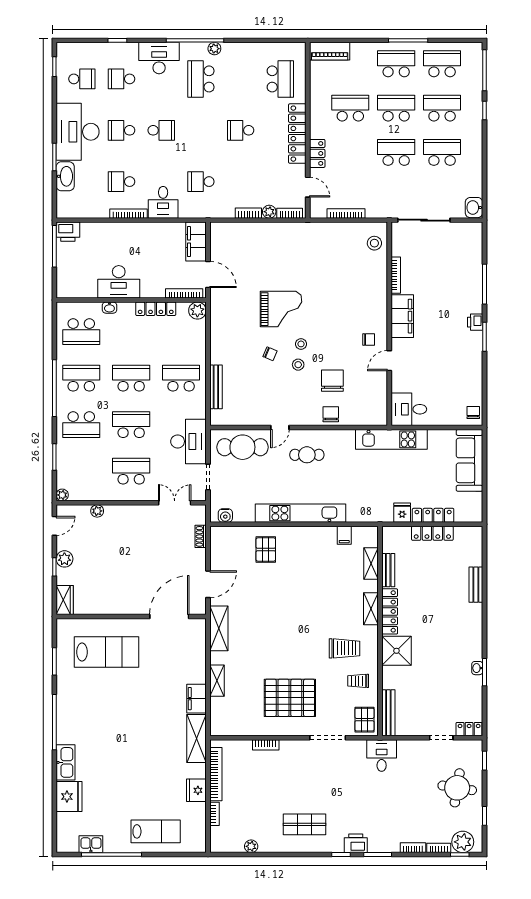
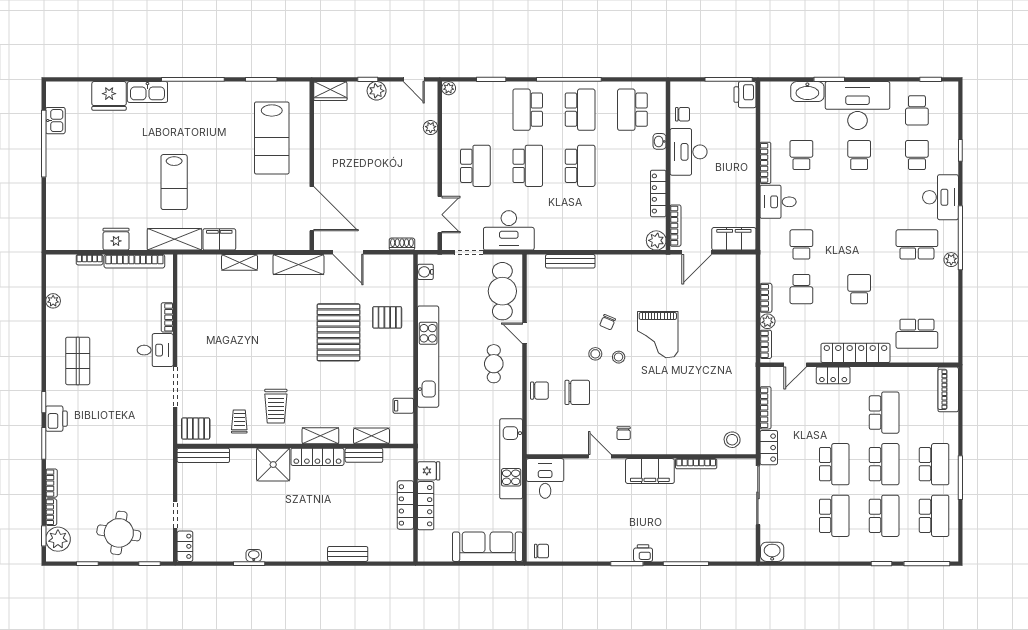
school desk: (161, 130) -> (801, 289), moved
locker: (381, 211) -> (769, 448), added
chair: (85, 287) -> (683, 114), added
school desk: (181, 378) -> (580, 222), removed
pallet: (290, 698) -> (338, 332), moved
desk: (382, 756) -> (155, 350), moved
lab bench: (156, 831) -> (174, 182), moved

